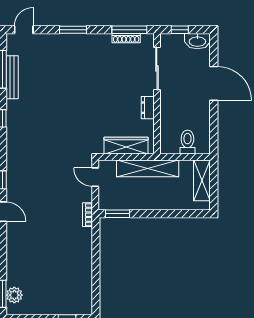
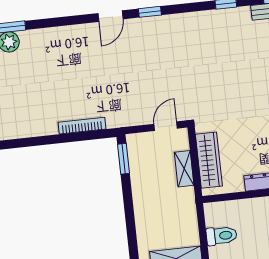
shelving: (148, 168) -> (184, 169), width x0.45, depth x0.75
bookcase: (88, 215) -> (82, 126), moved, width x1.56

